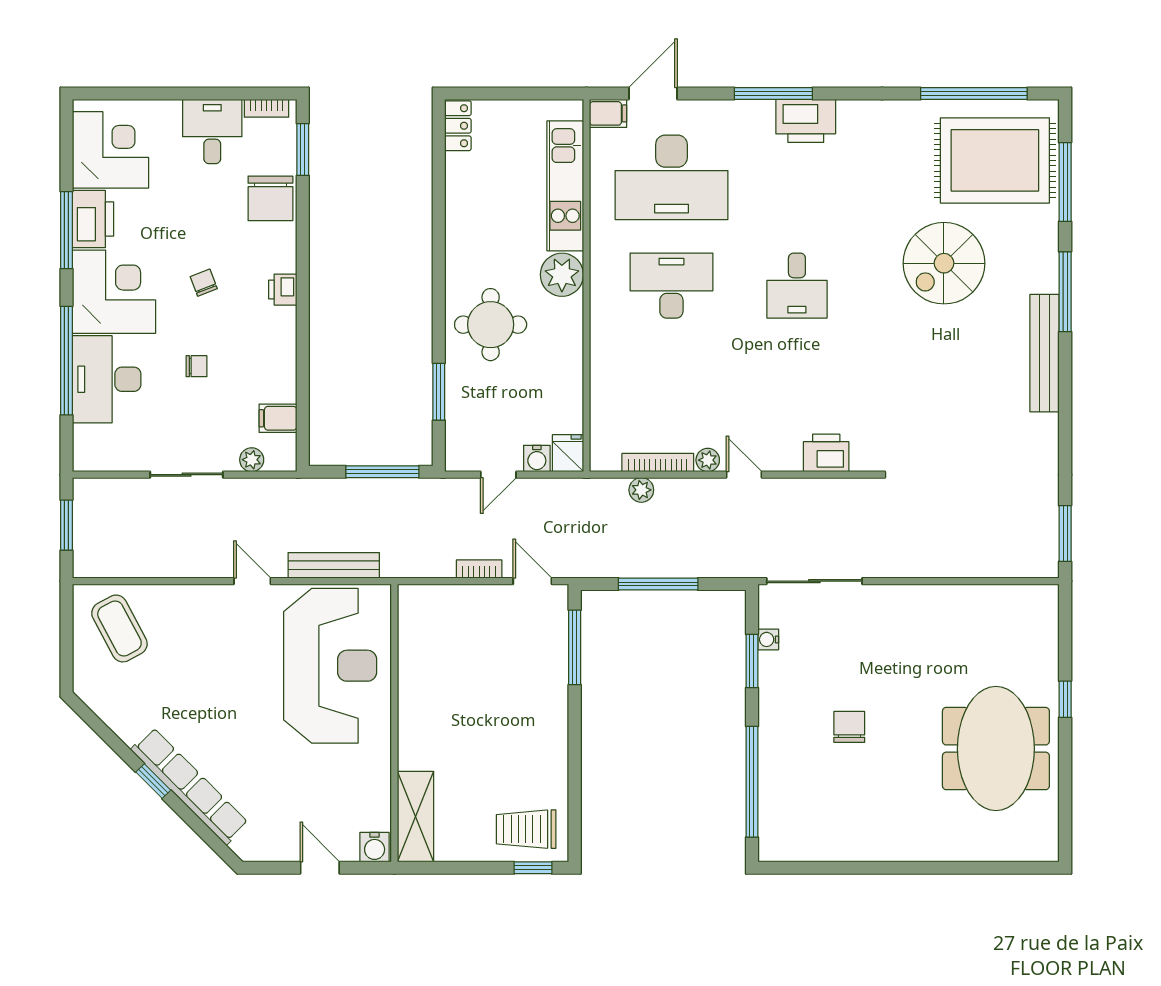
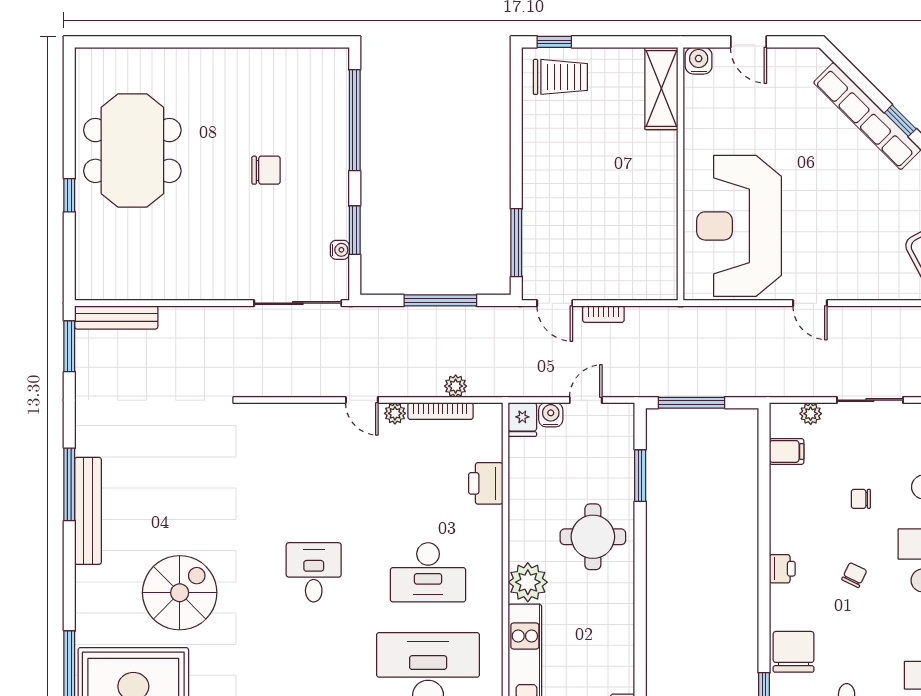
chair: (204, 283) -> (854, 575), turned -133
window: (1065, 292) -> (69, 484), moved
printer: (826, 453) -> (486, 483), moved, turned 90
bench: (334, 565) -> (116, 317), moved
chair: (849, 727) -> (266, 170), turned -90

